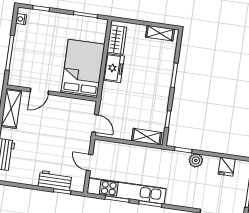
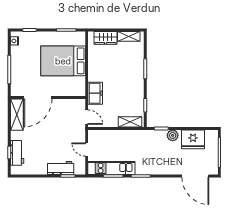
wardrobe: (117, 40) -> (105, 38), moved, turned 90
bed: (83, 68) -> (63, 61), moved, turned -90
freezer: (114, 68) -> (95, 93), moved
door: (39, 91) -> (38, 97), width x1.87
fridge: (227, 167) -> (193, 139), width x1.88, depth x1.34
kitchen unit: (126, 191) -> (111, 168), width x0.73

